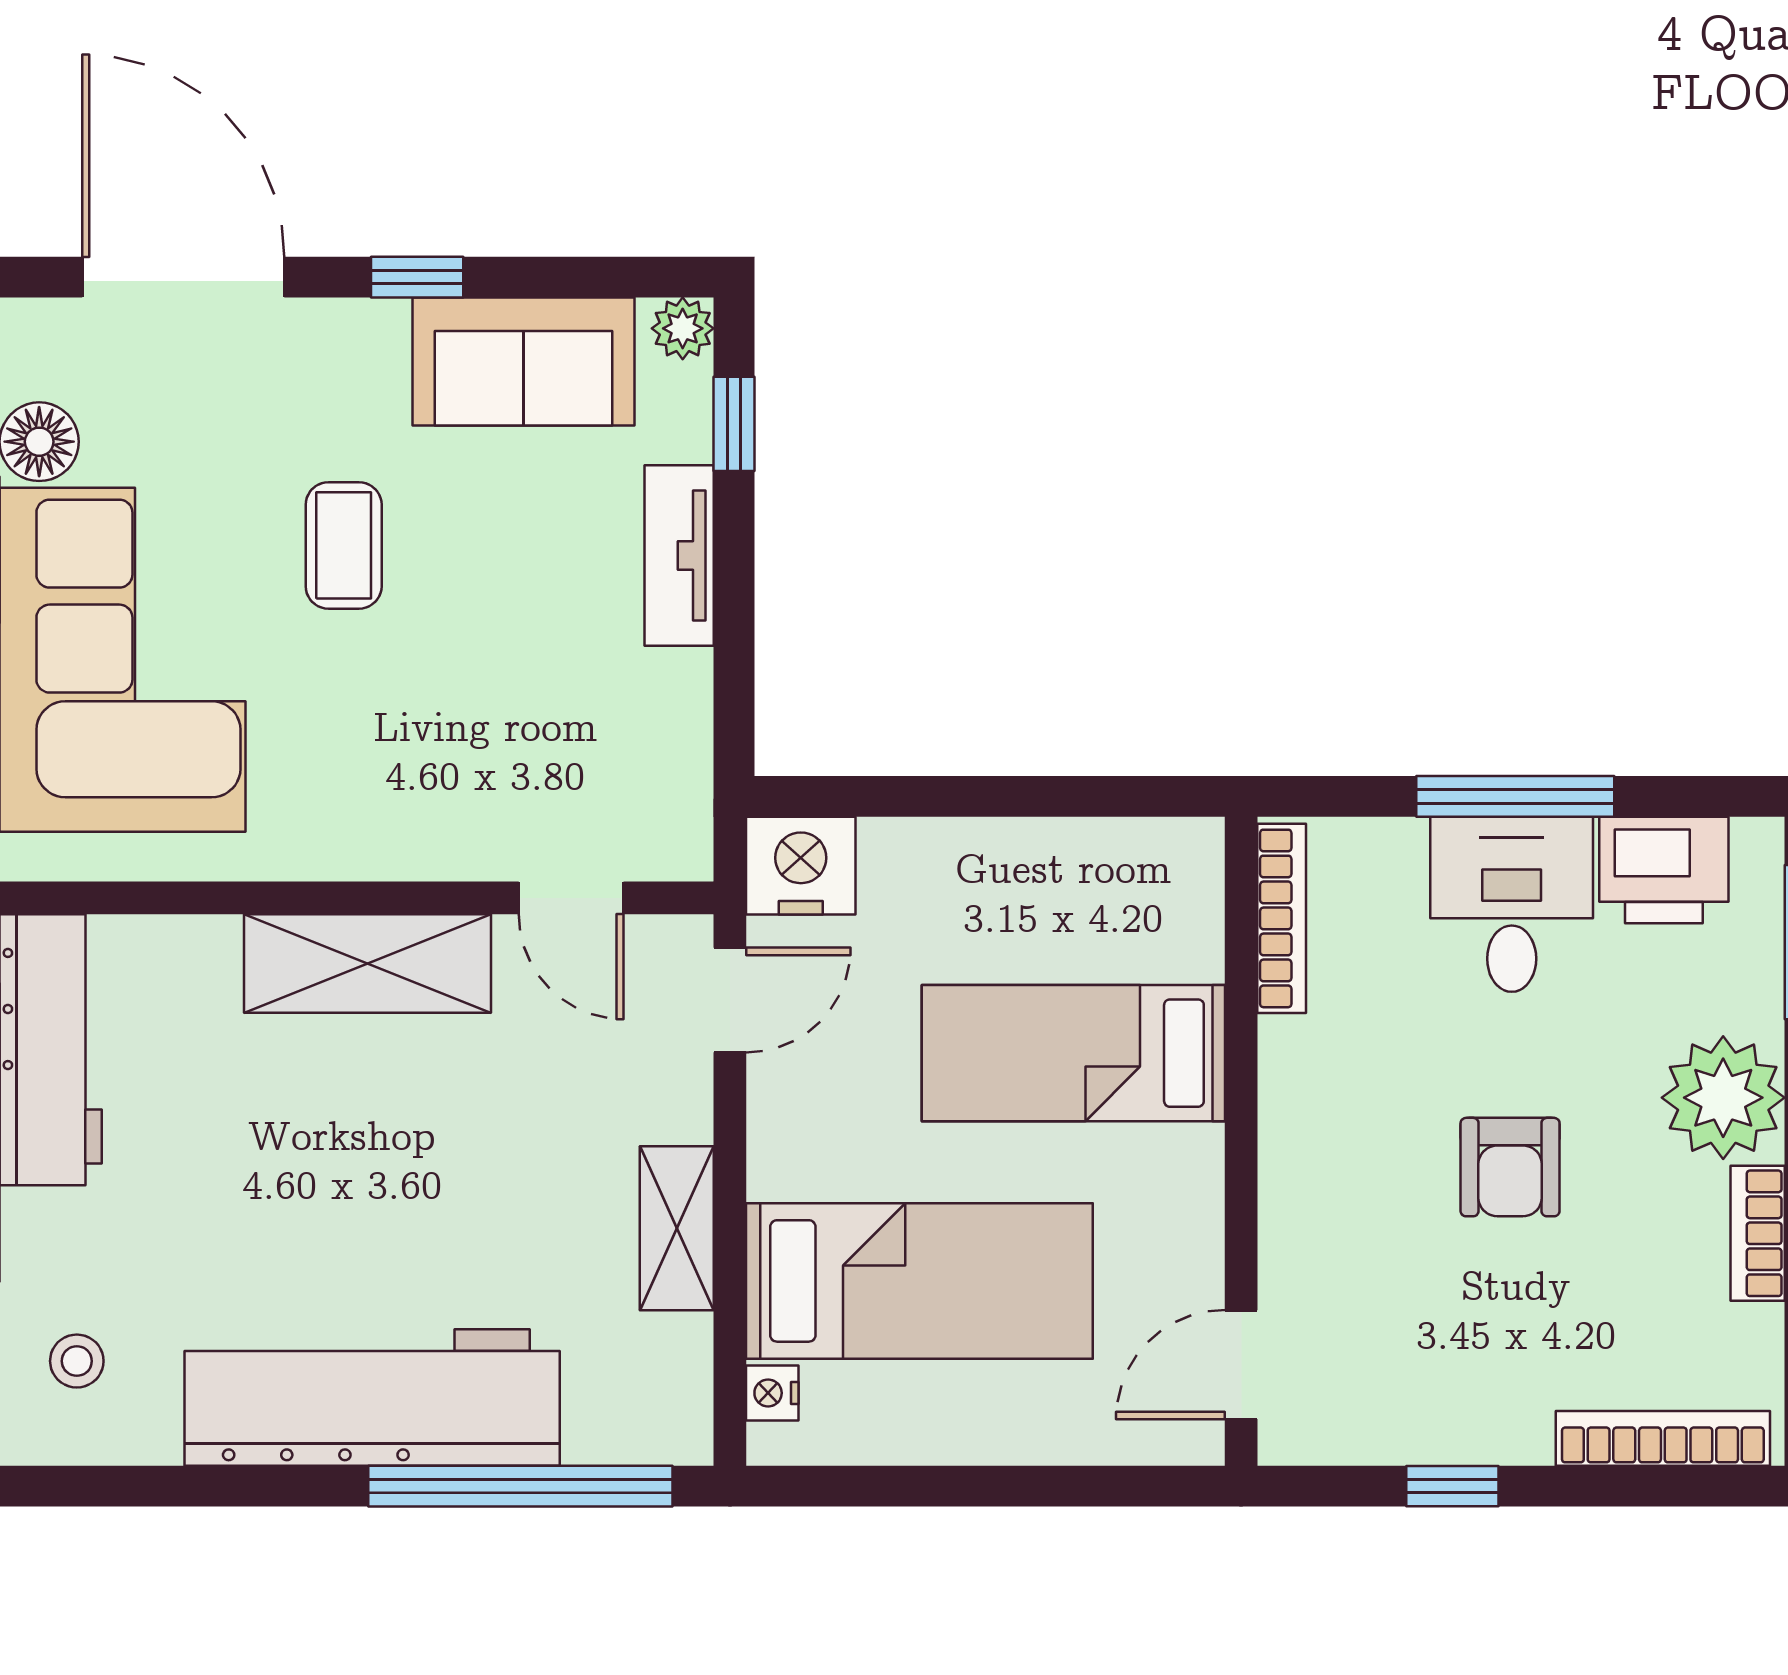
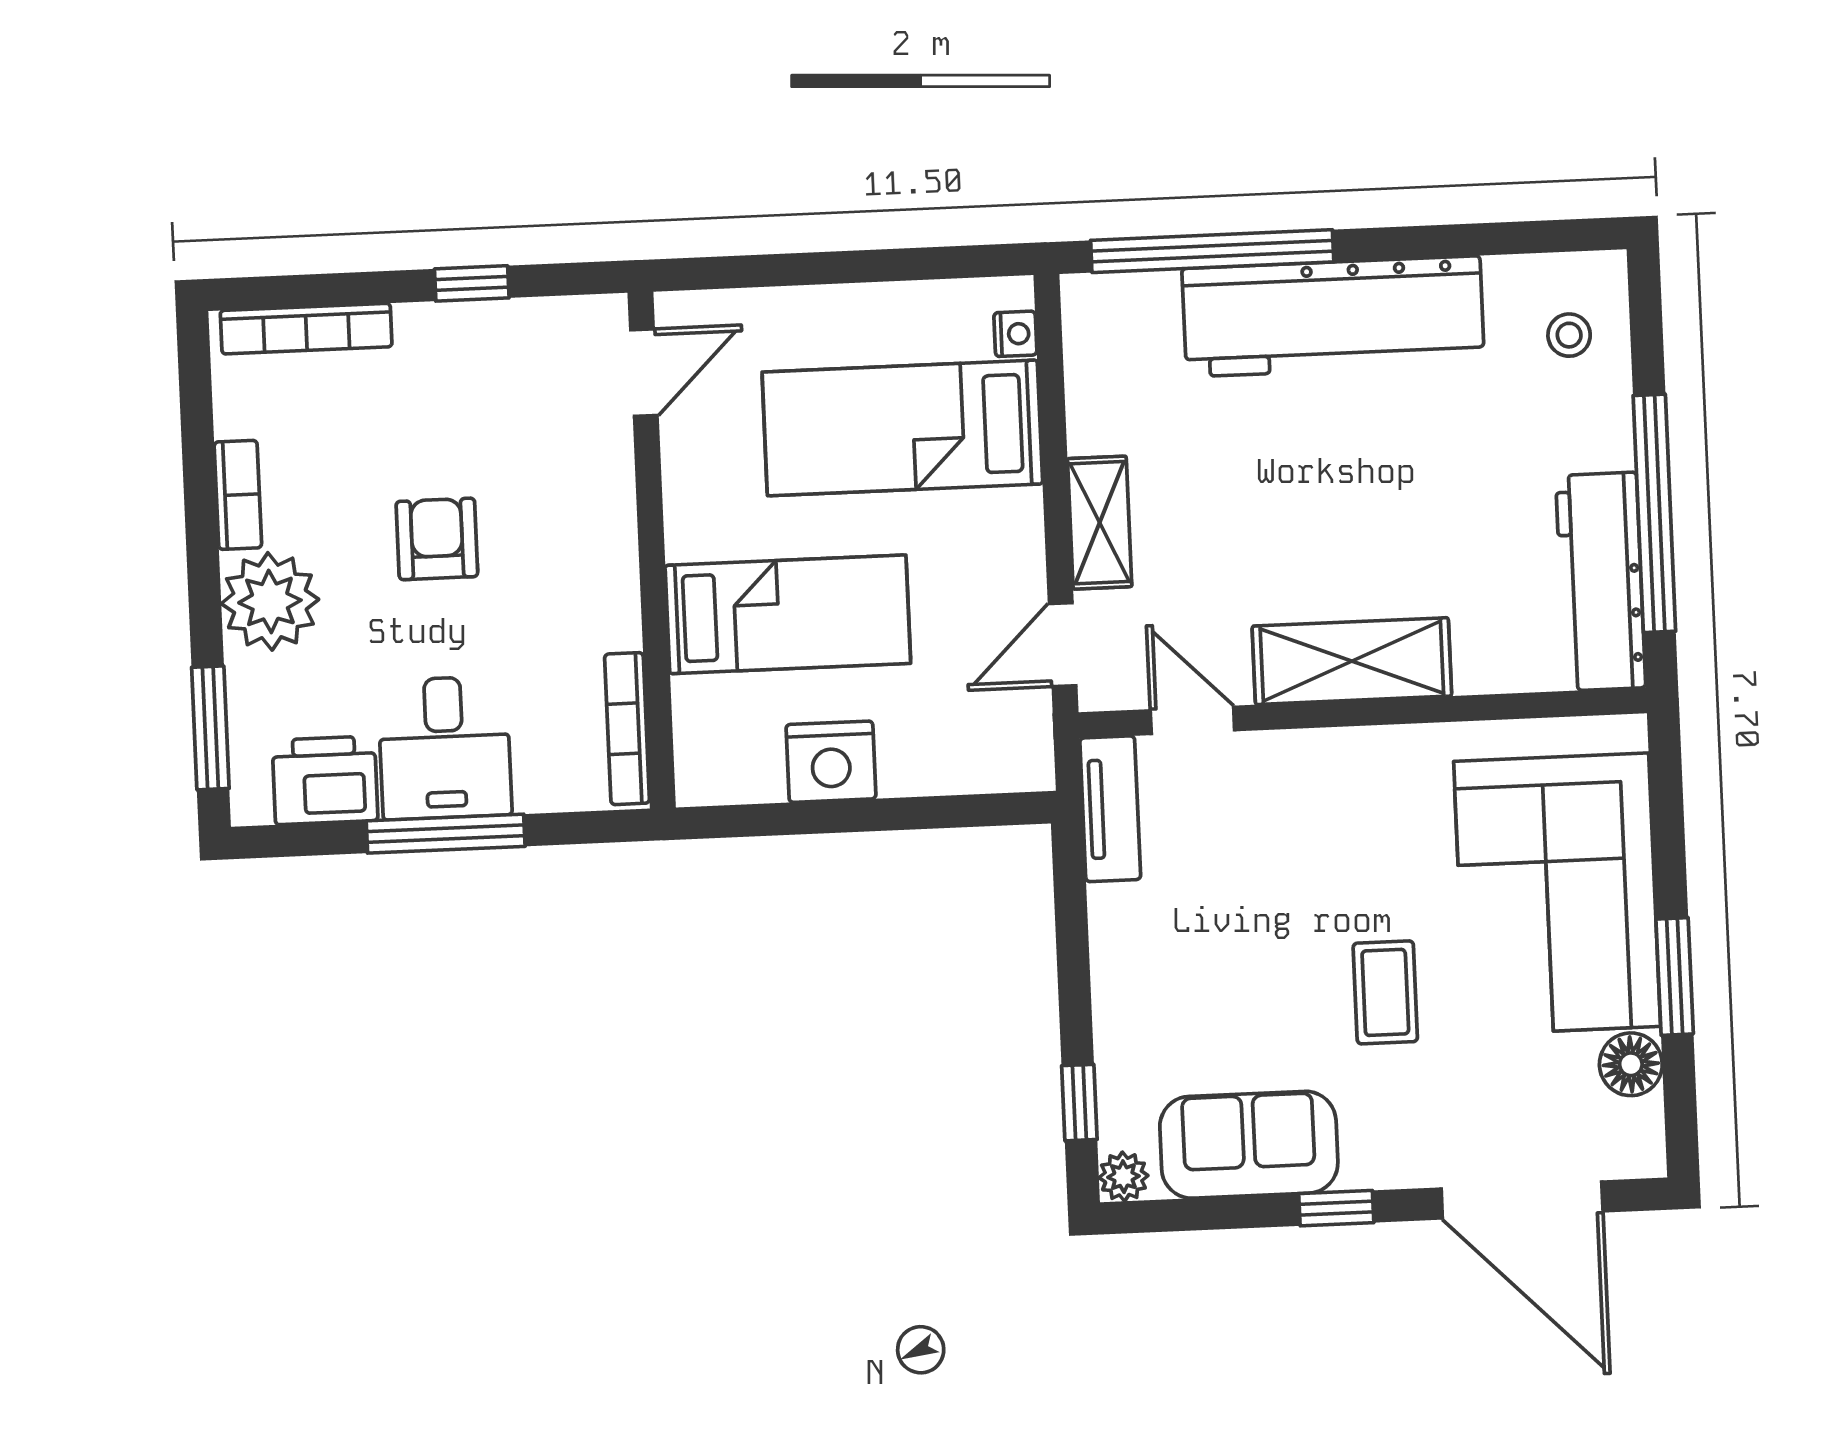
tv unit: (679, 555) -> (1110, 809), moved
nightstand: (801, 866) -> (831, 762), moved
shelving: (677, 1228) -> (1100, 523), moved

